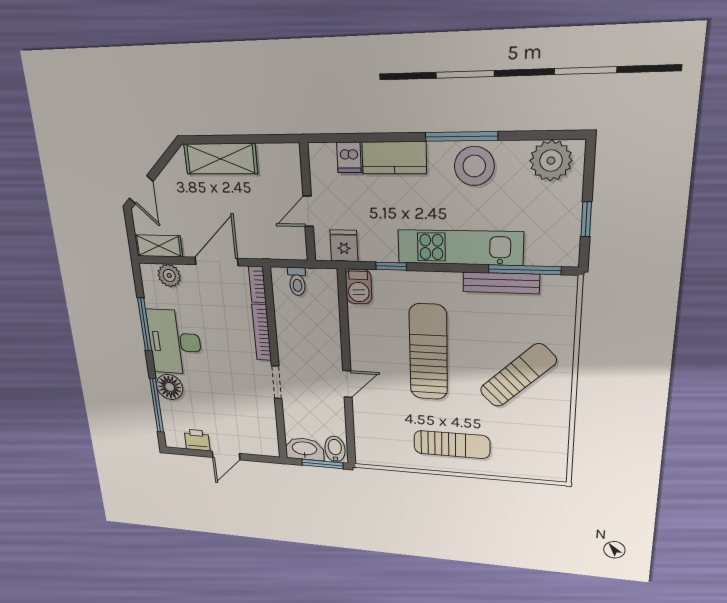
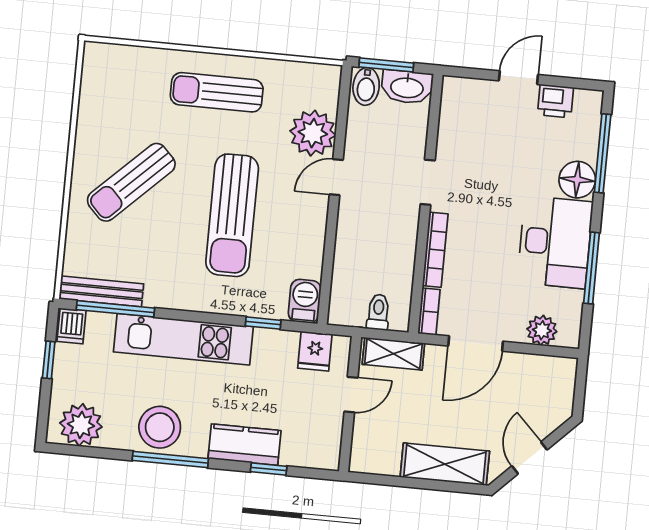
window: (370, 138) -> (269, 469), added
dishwasher: (349, 157) -> (72, 326), moved, turned 180
door: (141, 190) -> (530, 458), moved
shelving: (159, 246) -> (393, 354), moved
bench: (501, 283) -> (101, 291), moved
plant: (371, 416) -> (313, 133), added

